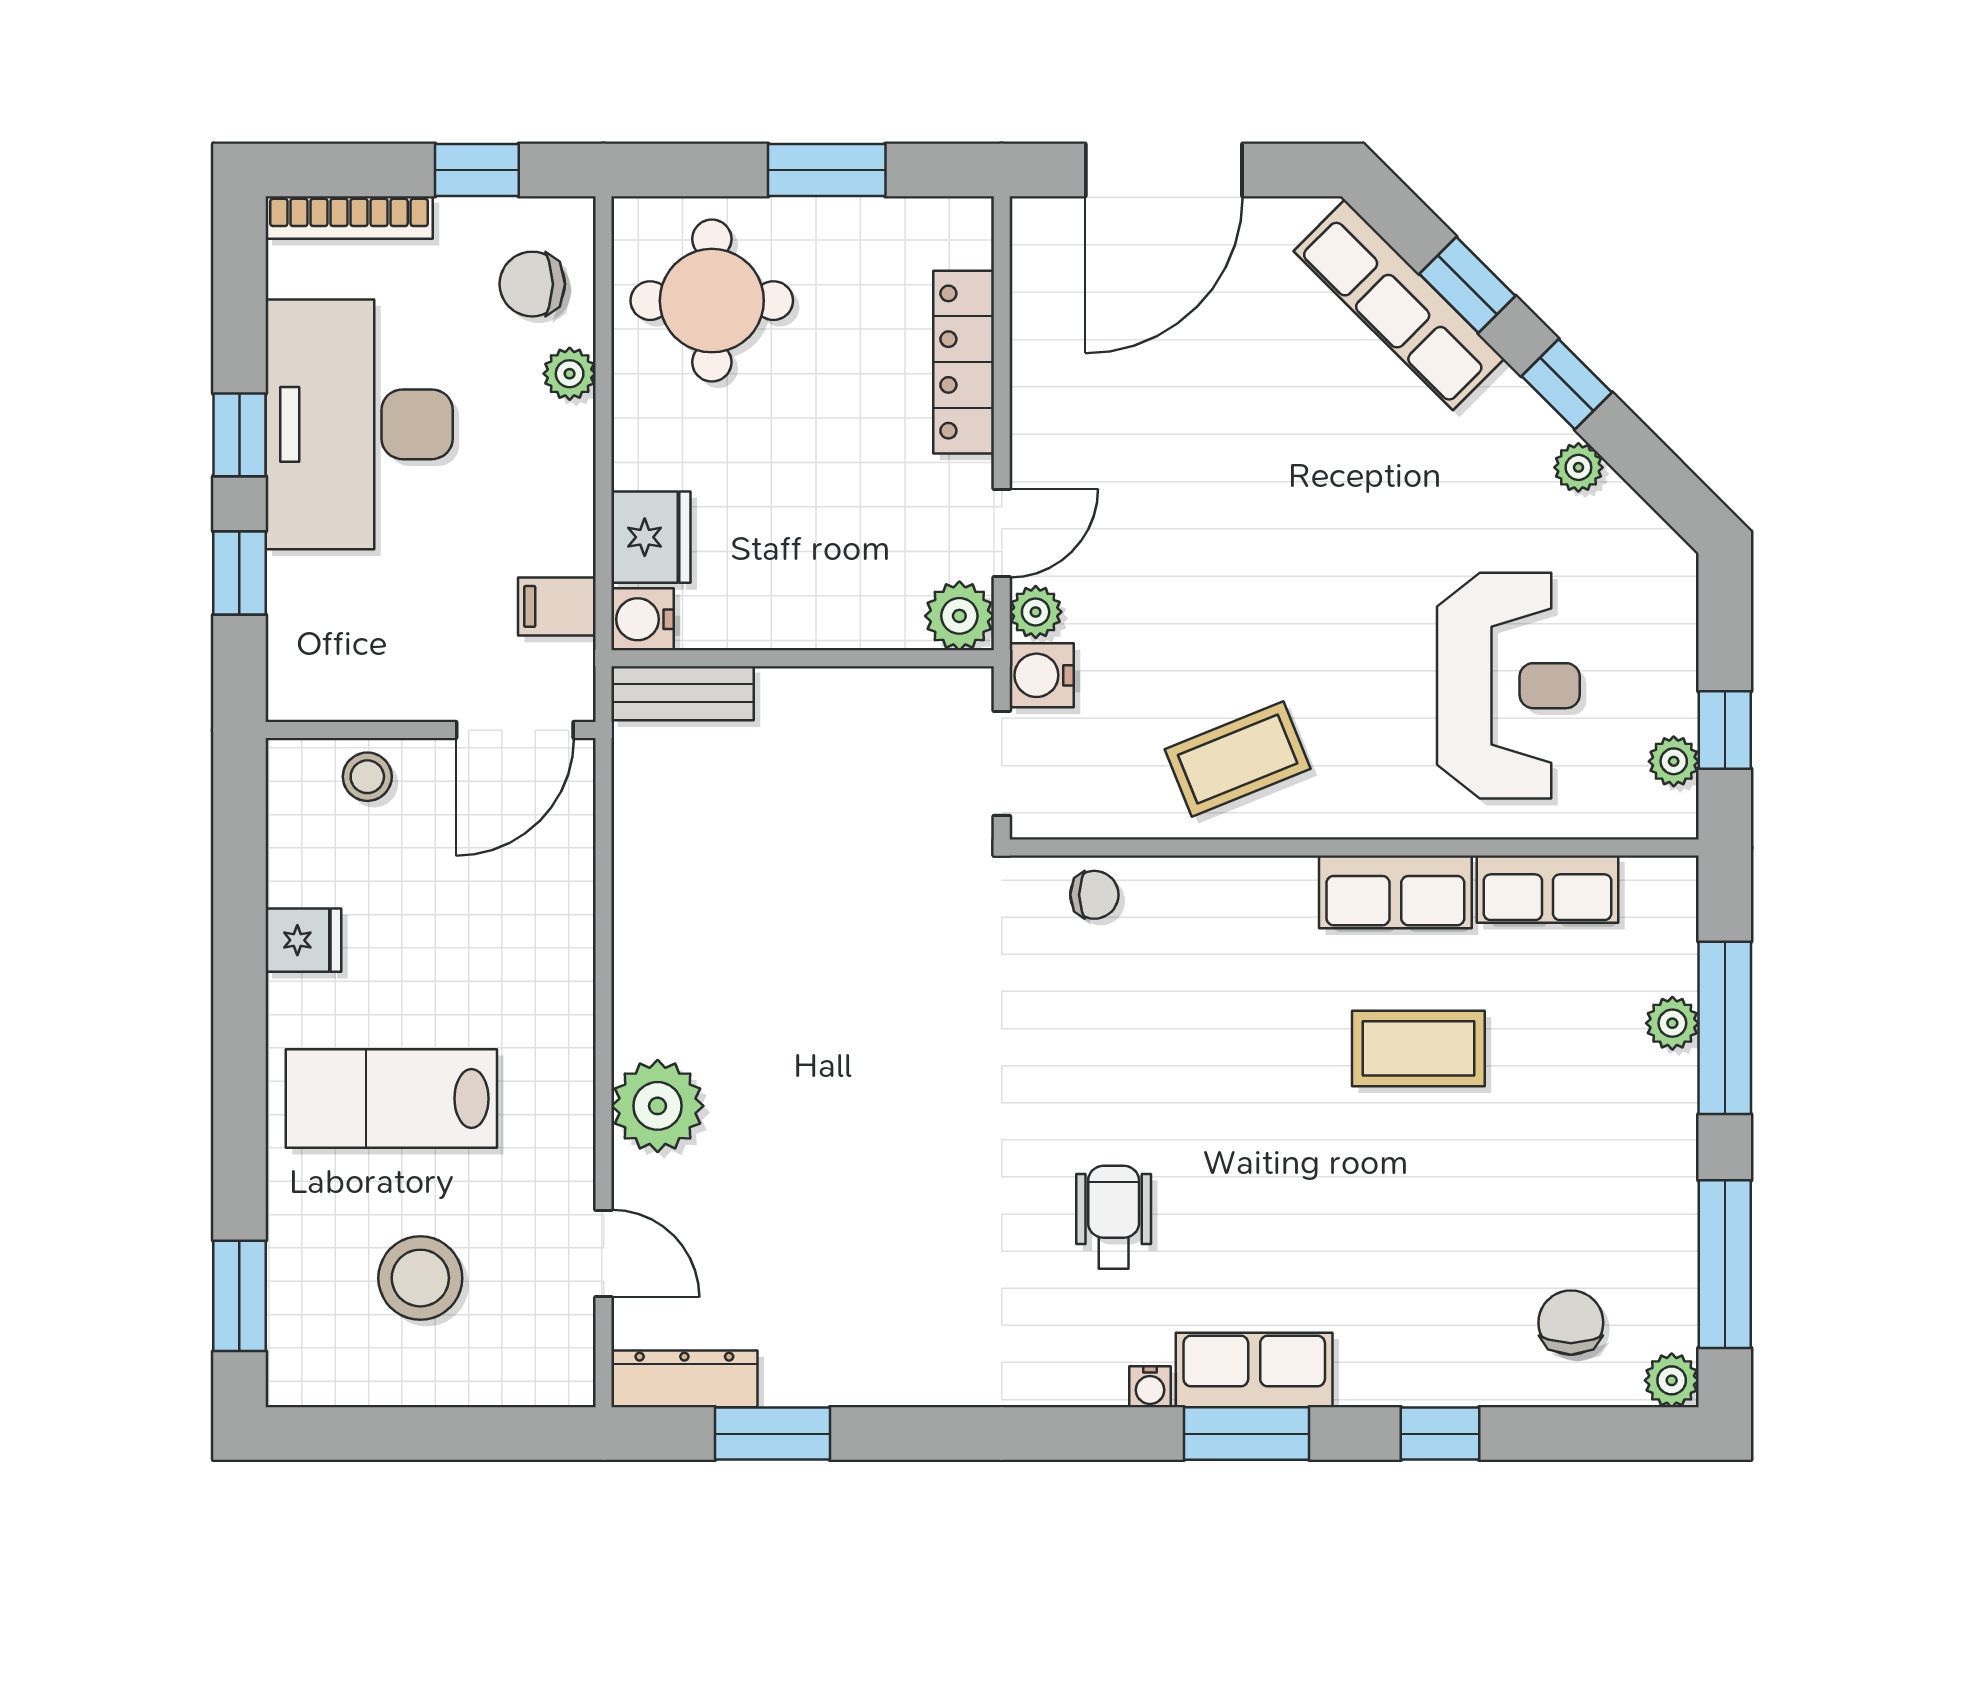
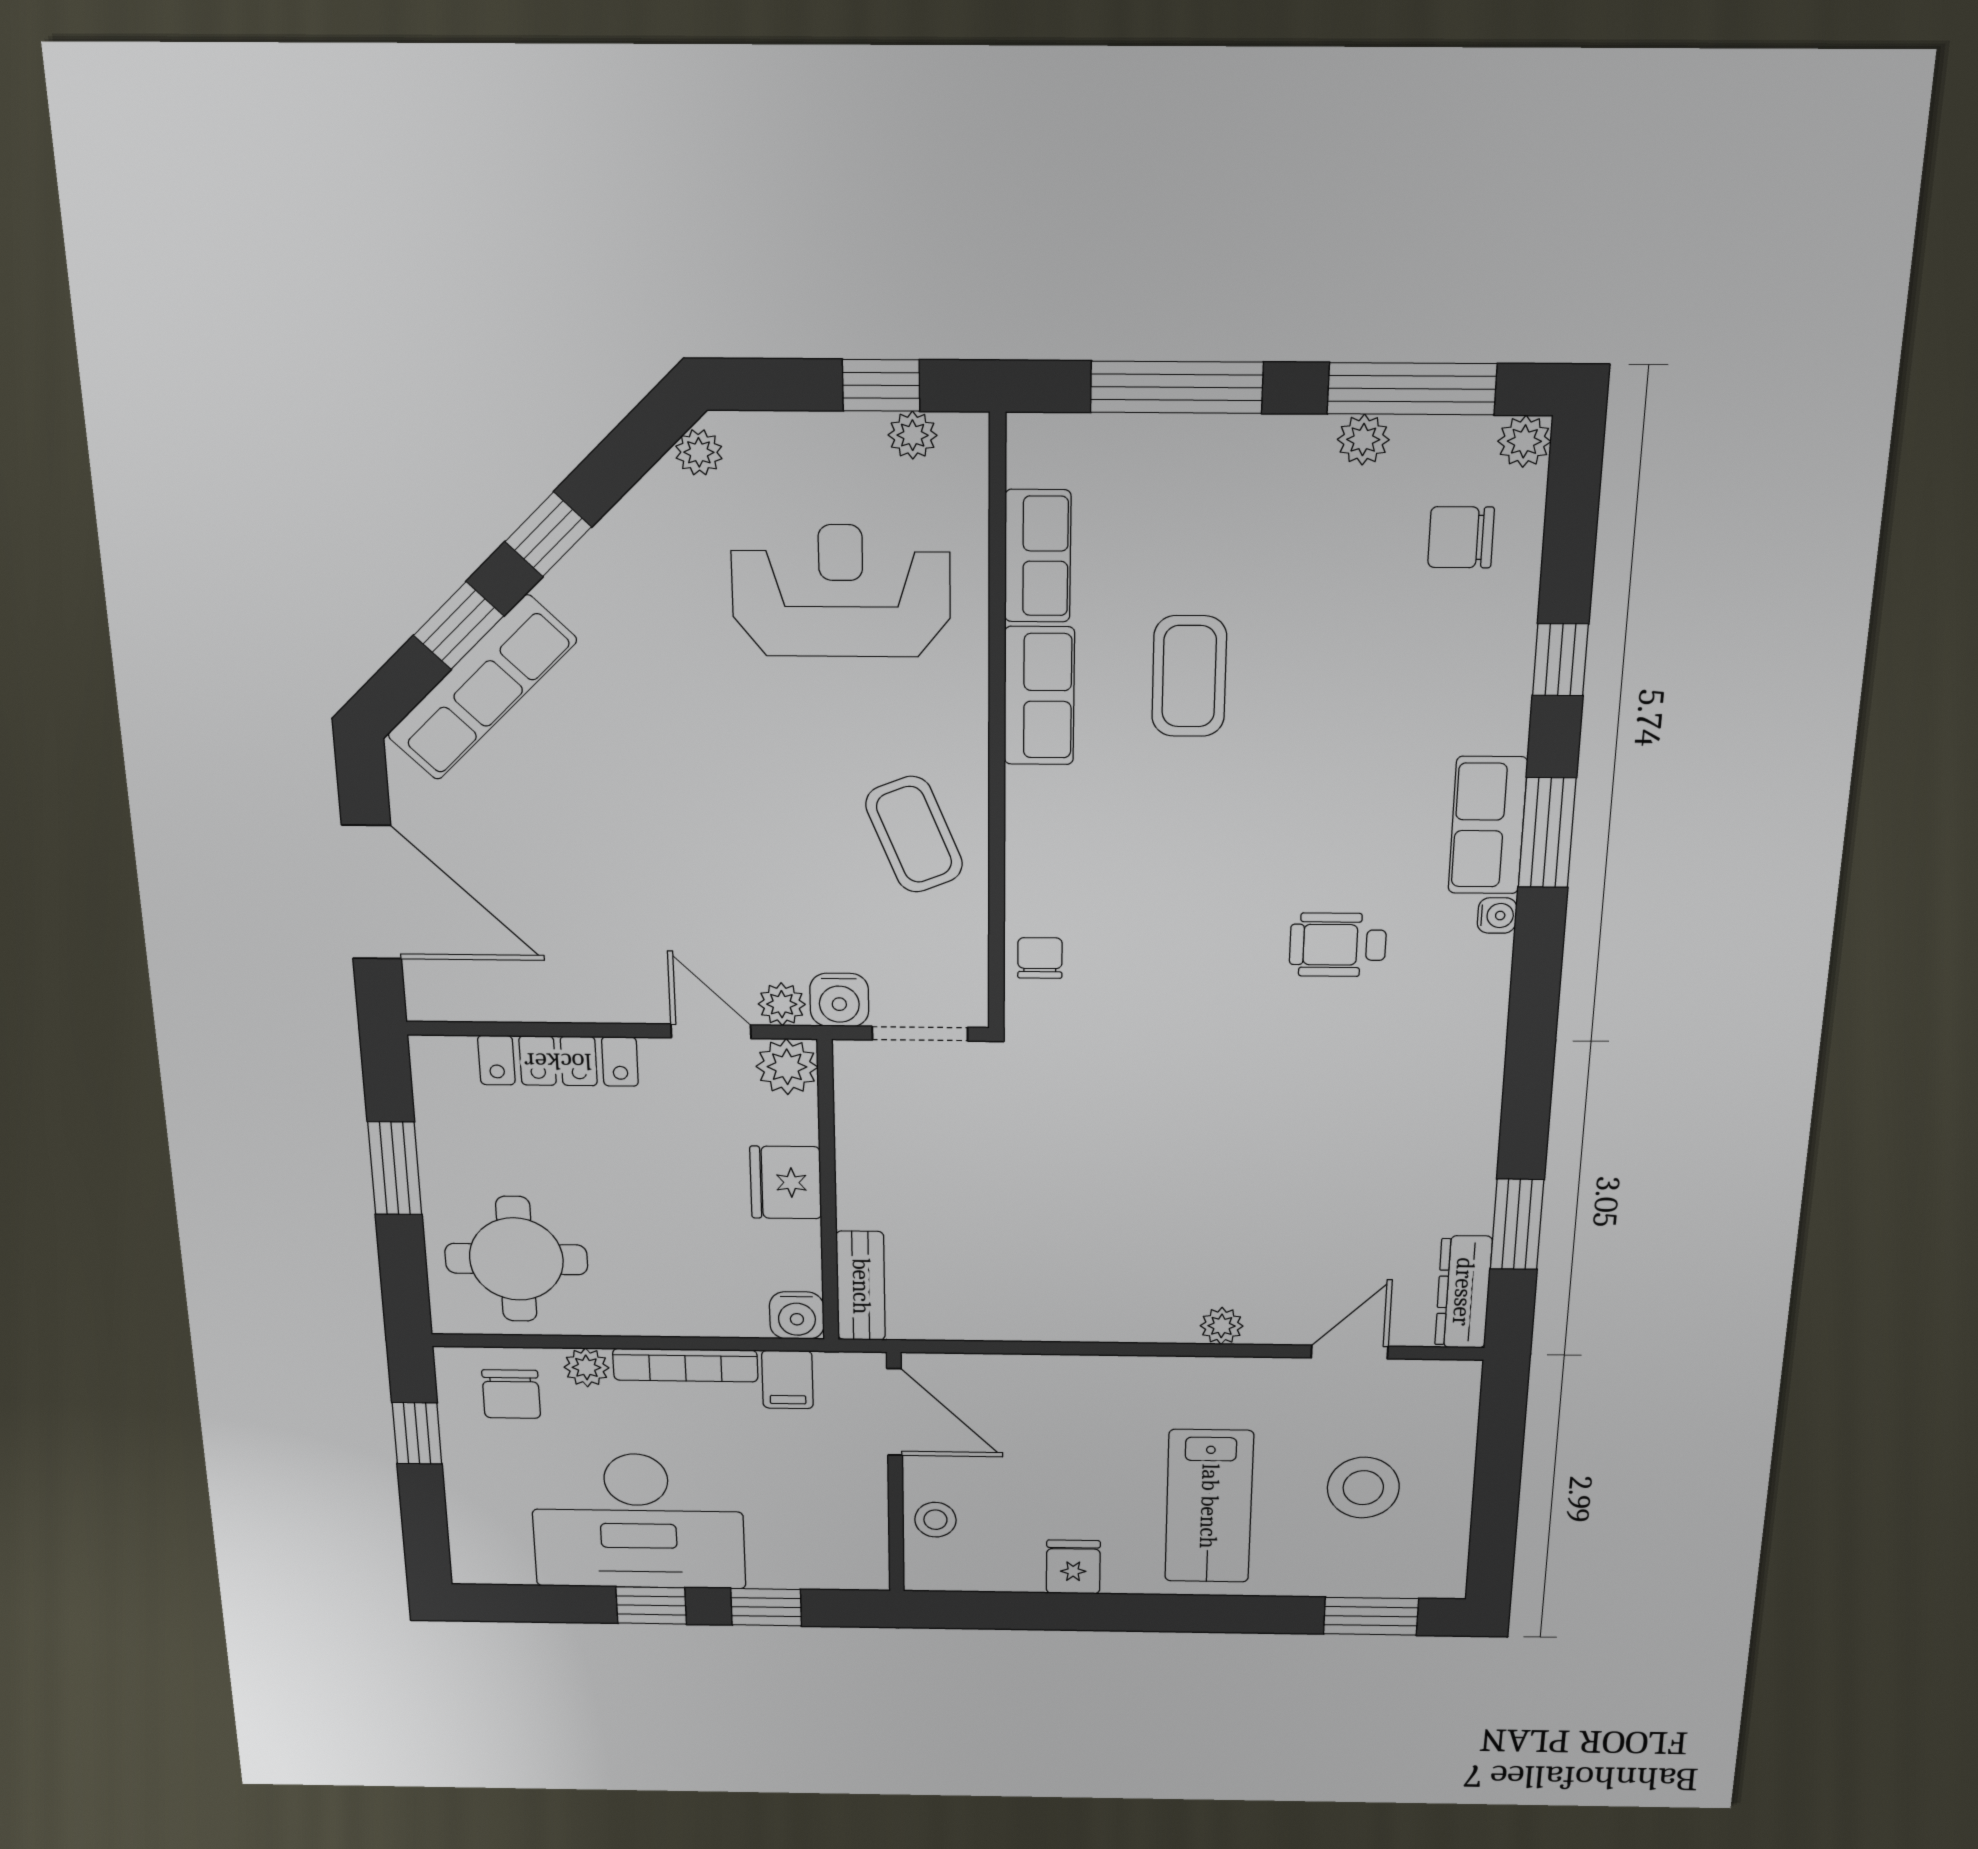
bookcase: (349, 218) -> (685, 1365), moved, turned 90
plant: (1578, 467) -> (699, 452), moved
fridge: (651, 537) -> (786, 1182), moved, turned -90
plant: (1672, 1023) -> (1363, 440), moved
plant: (658, 1106) -> (1222, 1326), width x0.53, depth x0.53

